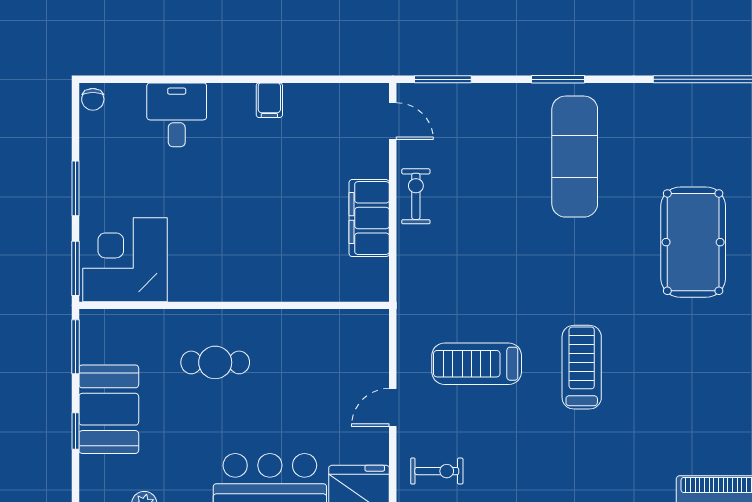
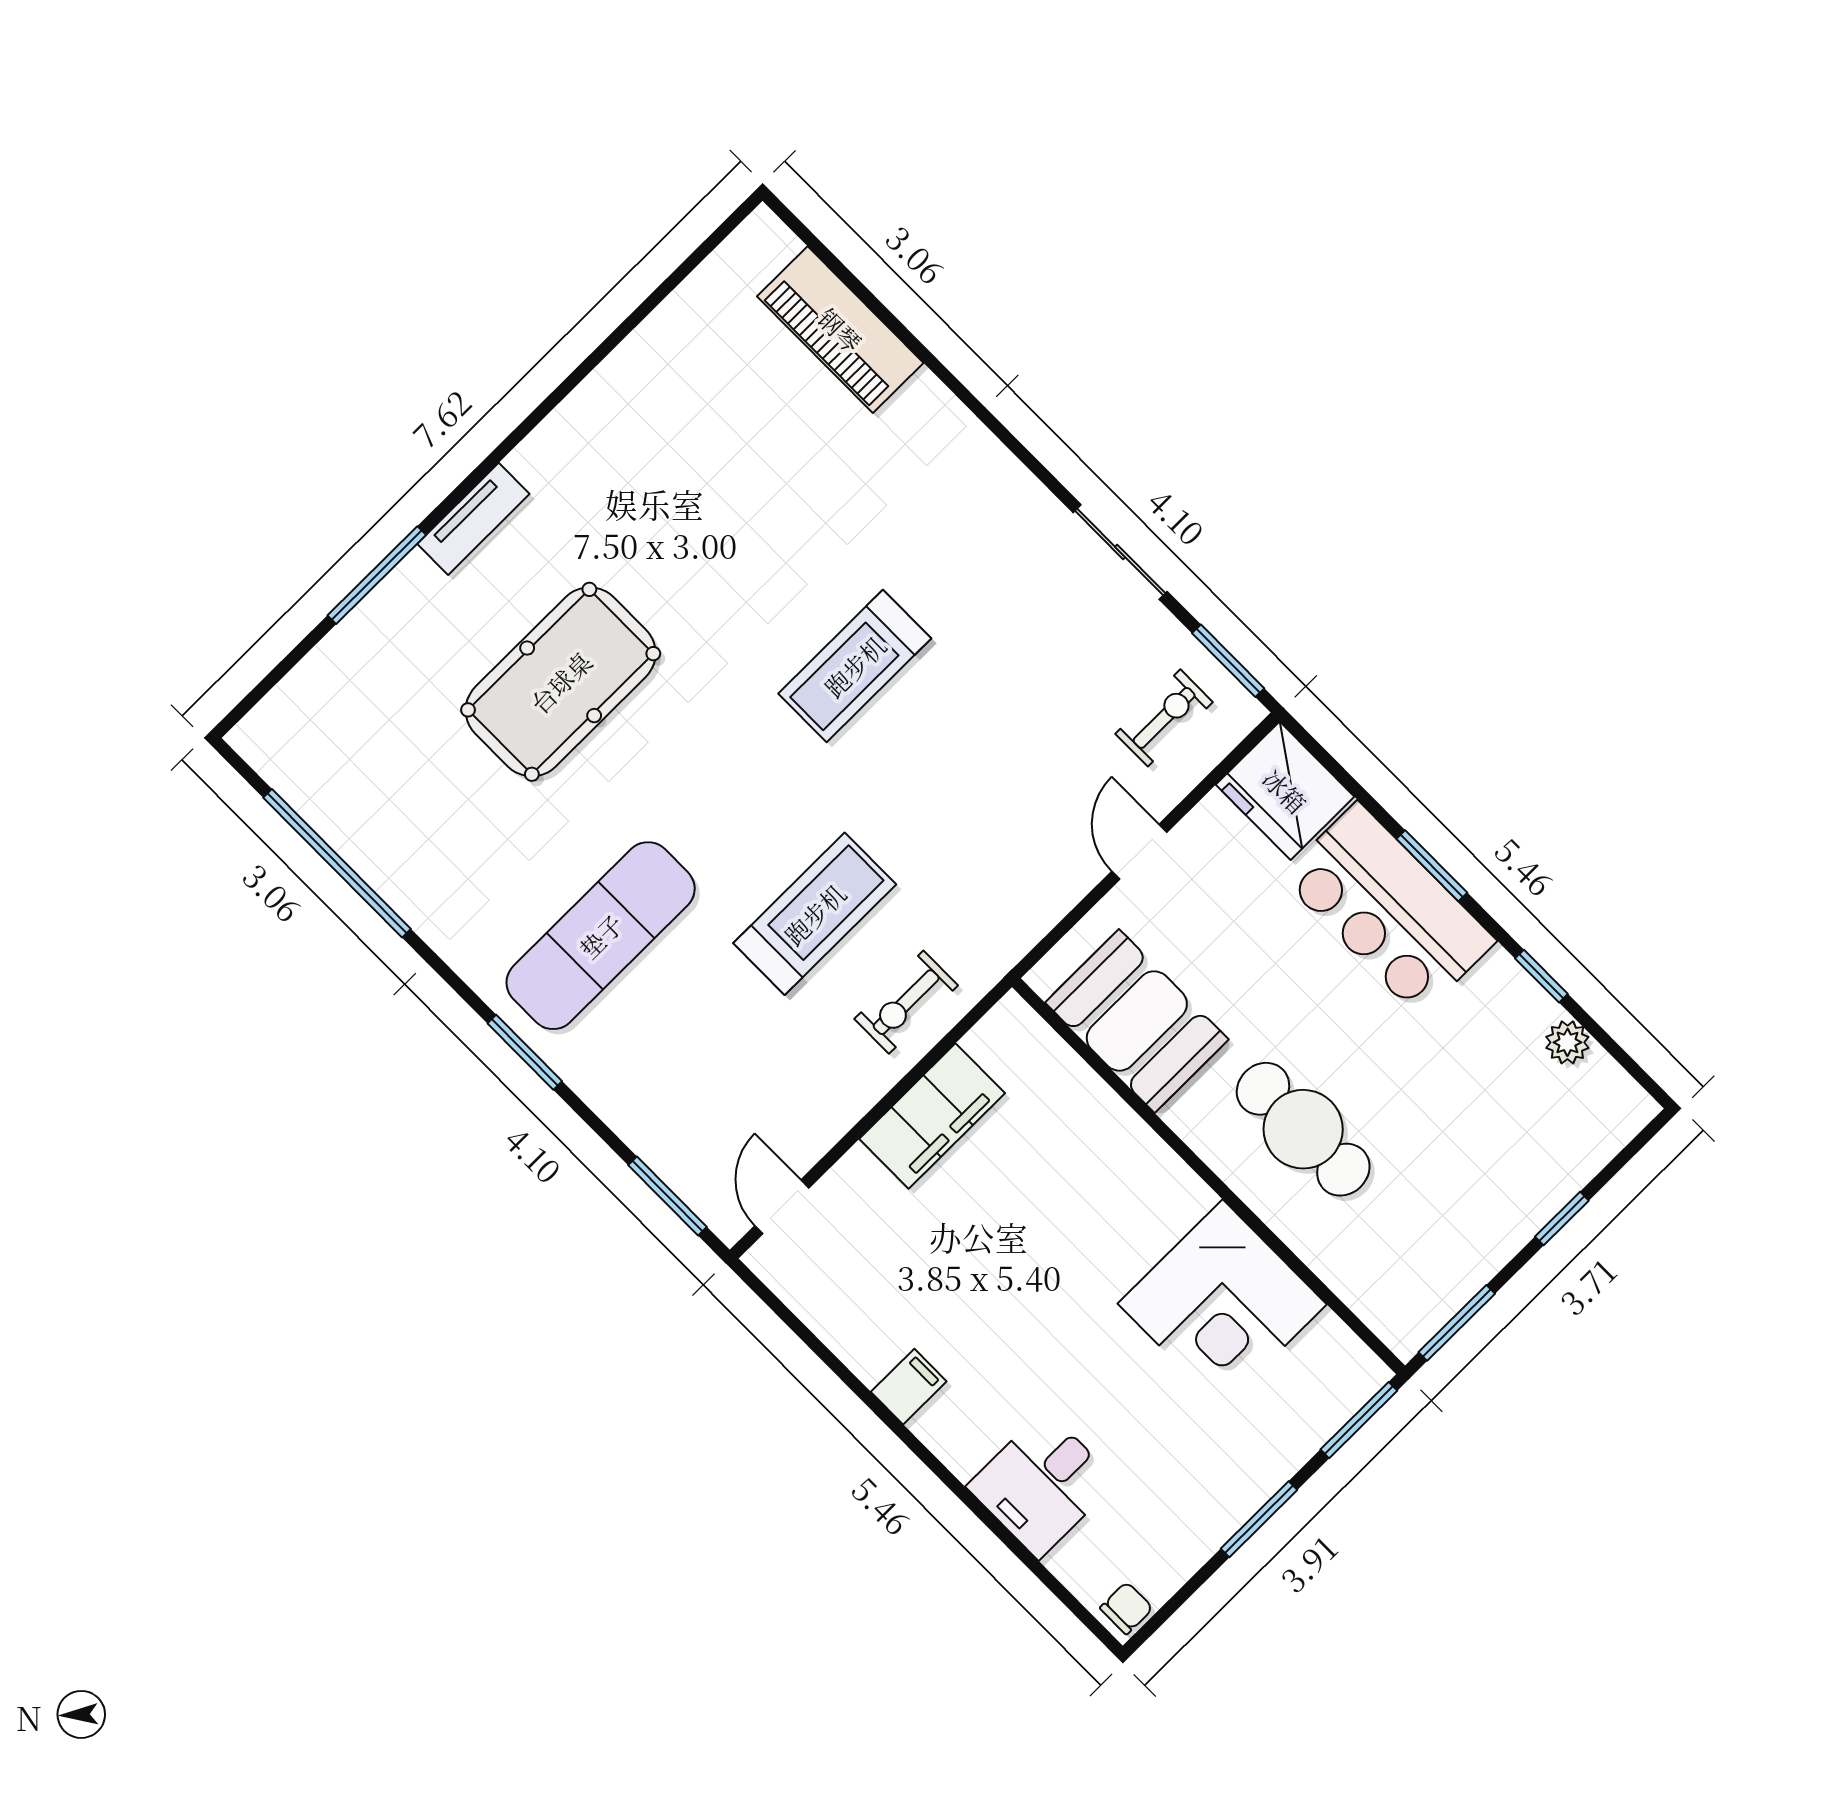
exercise bike: (416, 196) -> (906, 1002), moved
corner desk: (125, 260) -> (1222, 1304), moved
cafe table: (215, 362) -> (1303, 1129), width x1.37, depth x1.35
treadmill: (477, 364) -> (815, 914), moved, turned -90
door: (393, 407) -> (1139, 852), swing flipped
booth: (109, 409) -> (1137, 1021), moved, turned 90
exercise bike: (437, 471) -> (1164, 718), turned 90

